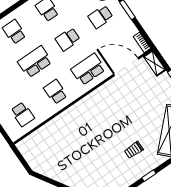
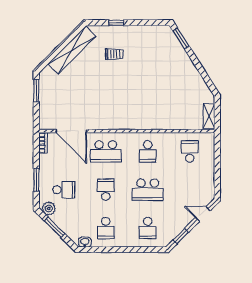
school desk: (68, 39) -> (106, 190), turned -90
shelving: (155, 63) -> (209, 116), moved

